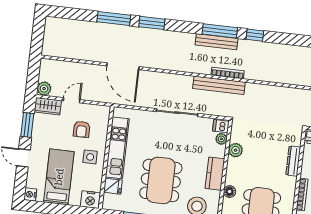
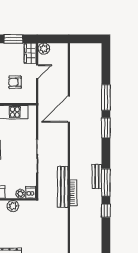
bench: (217, 42) -> (97, 176), width x0.73
door: (72, 100) -> (37, 72), hinge flipped

